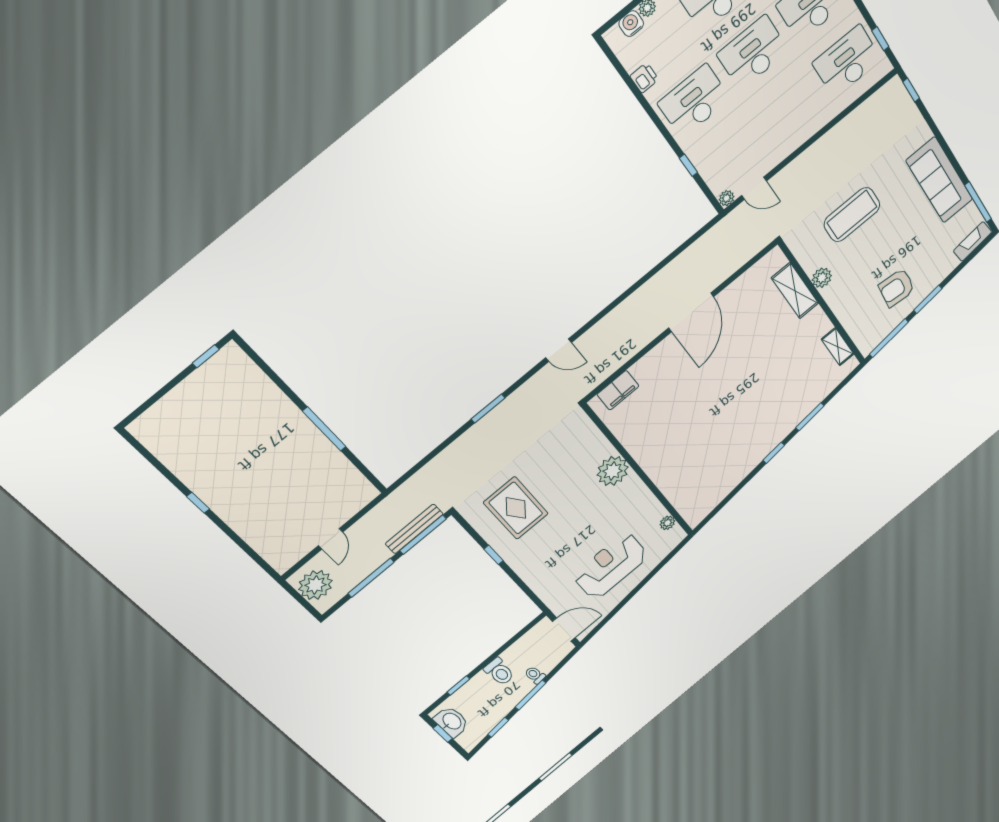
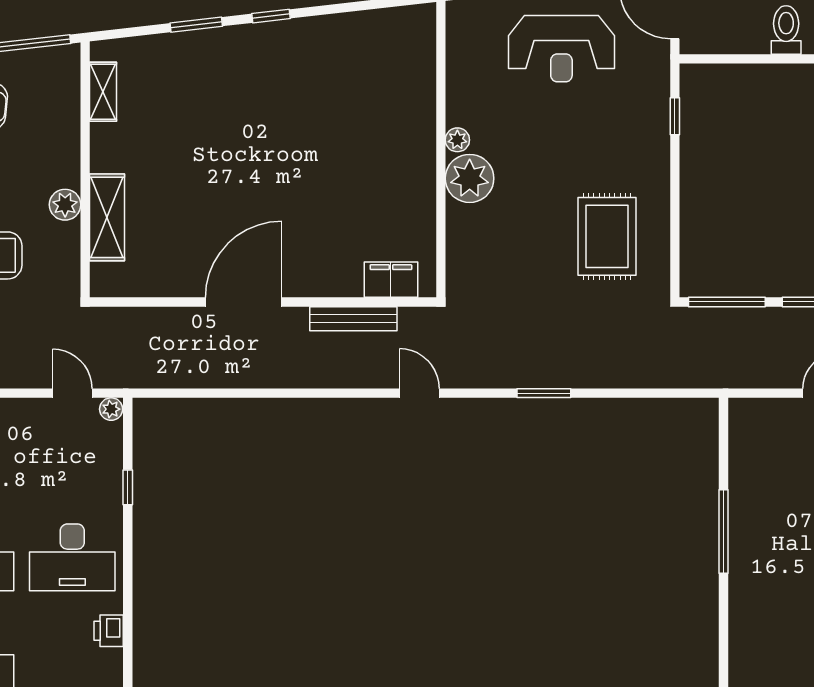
plant: (667, 523) -> (457, 140), moved
bench: (414, 529) -> (353, 319), moved
window: (494, 555) -> (675, 116), moved

